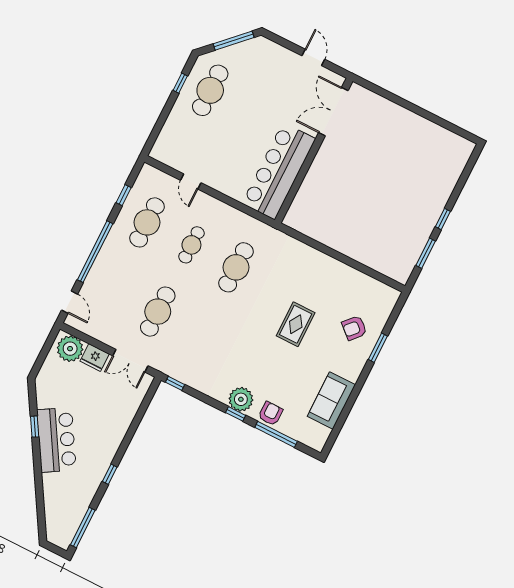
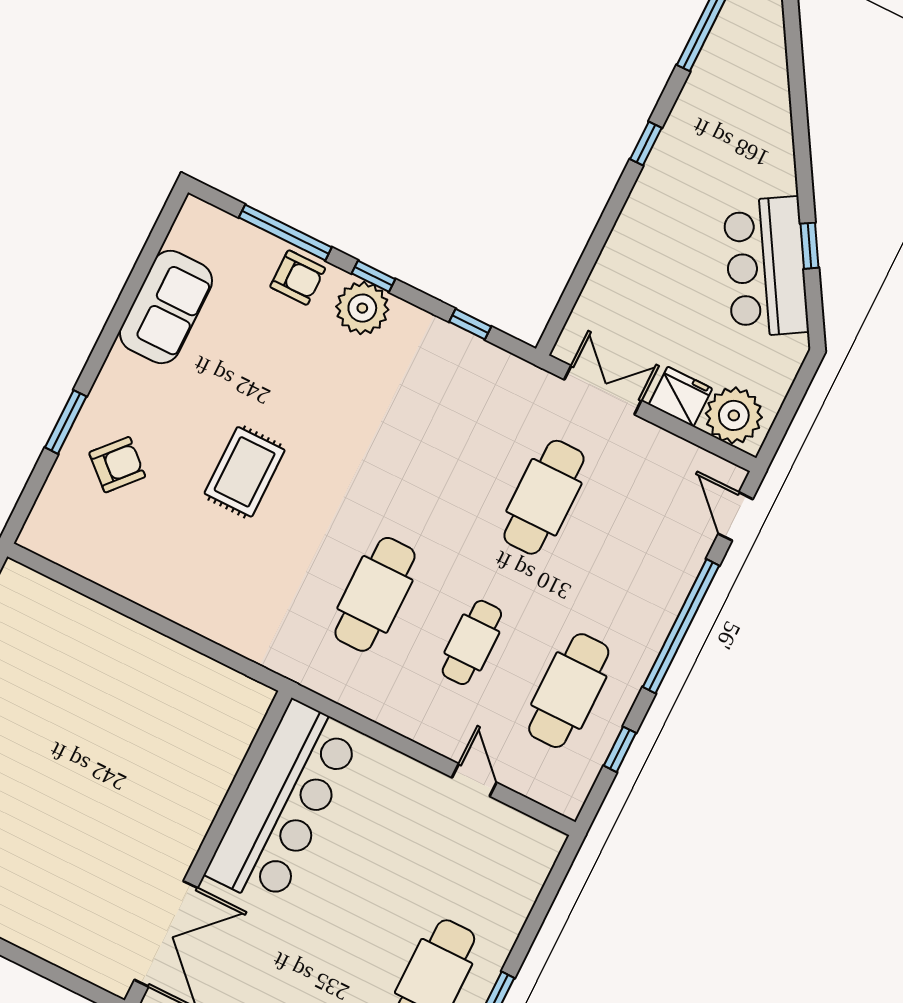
window: (175, 383) -> (470, 324), moved
armchair: (271, 414) -> (298, 278), turned -90
bar counter: (56, 440) -> (766, 267), moved

